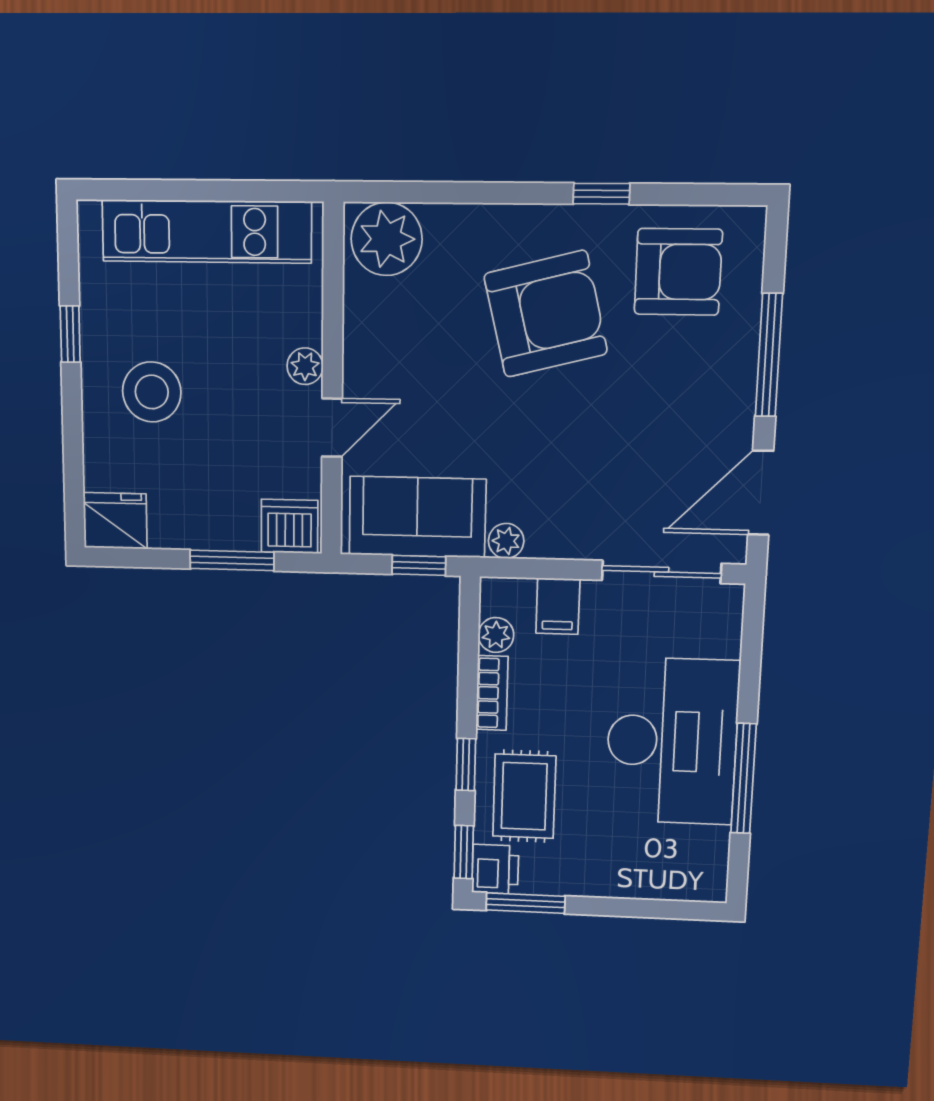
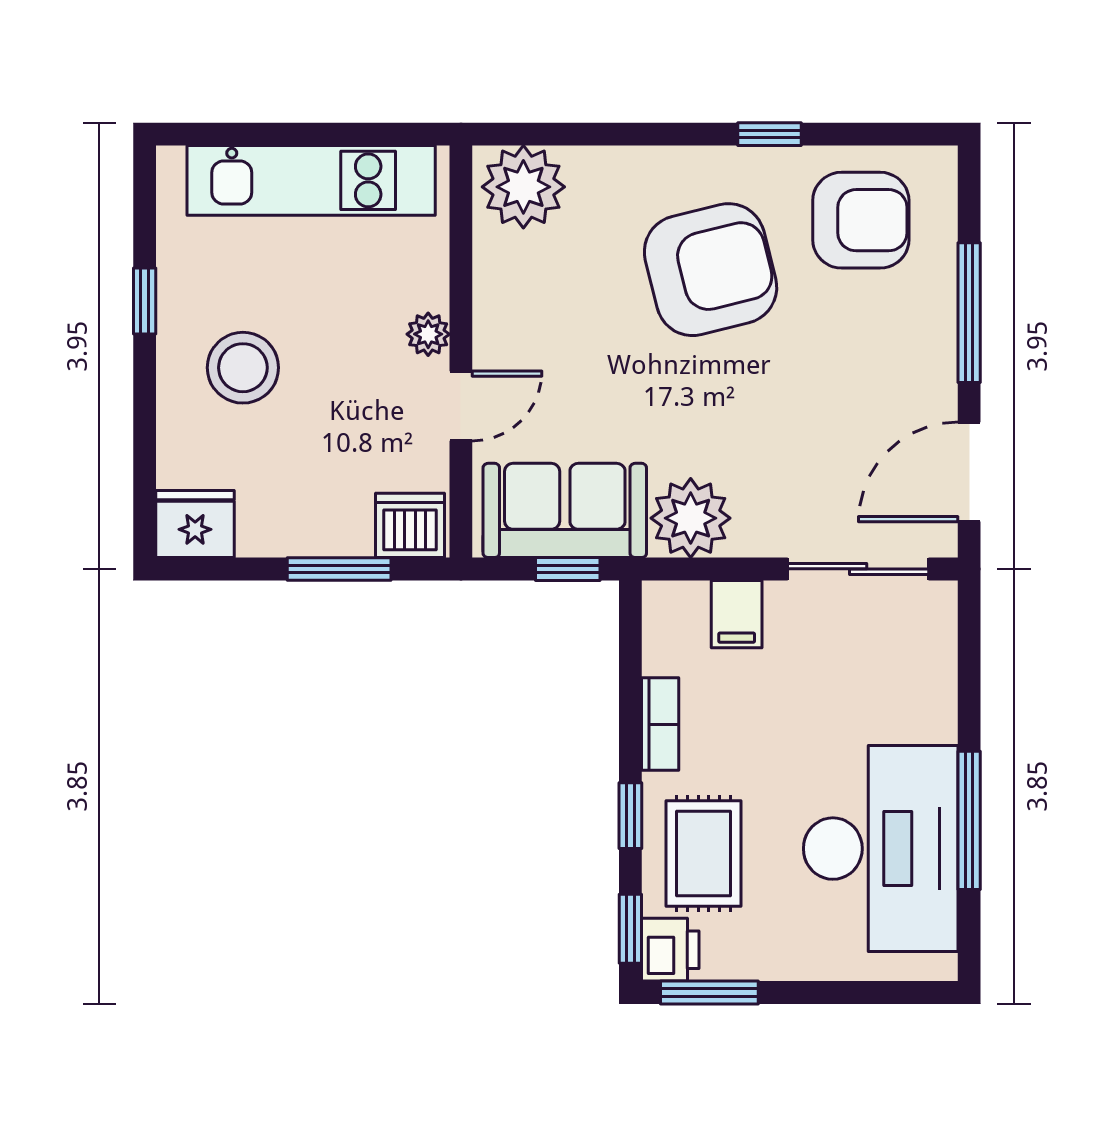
plant: (506, 541) -> (691, 518), width x1.88, depth x1.88
plant: (496, 635) -> (663, 652), removed
desk: (672, 741) -> (881, 849), moved

